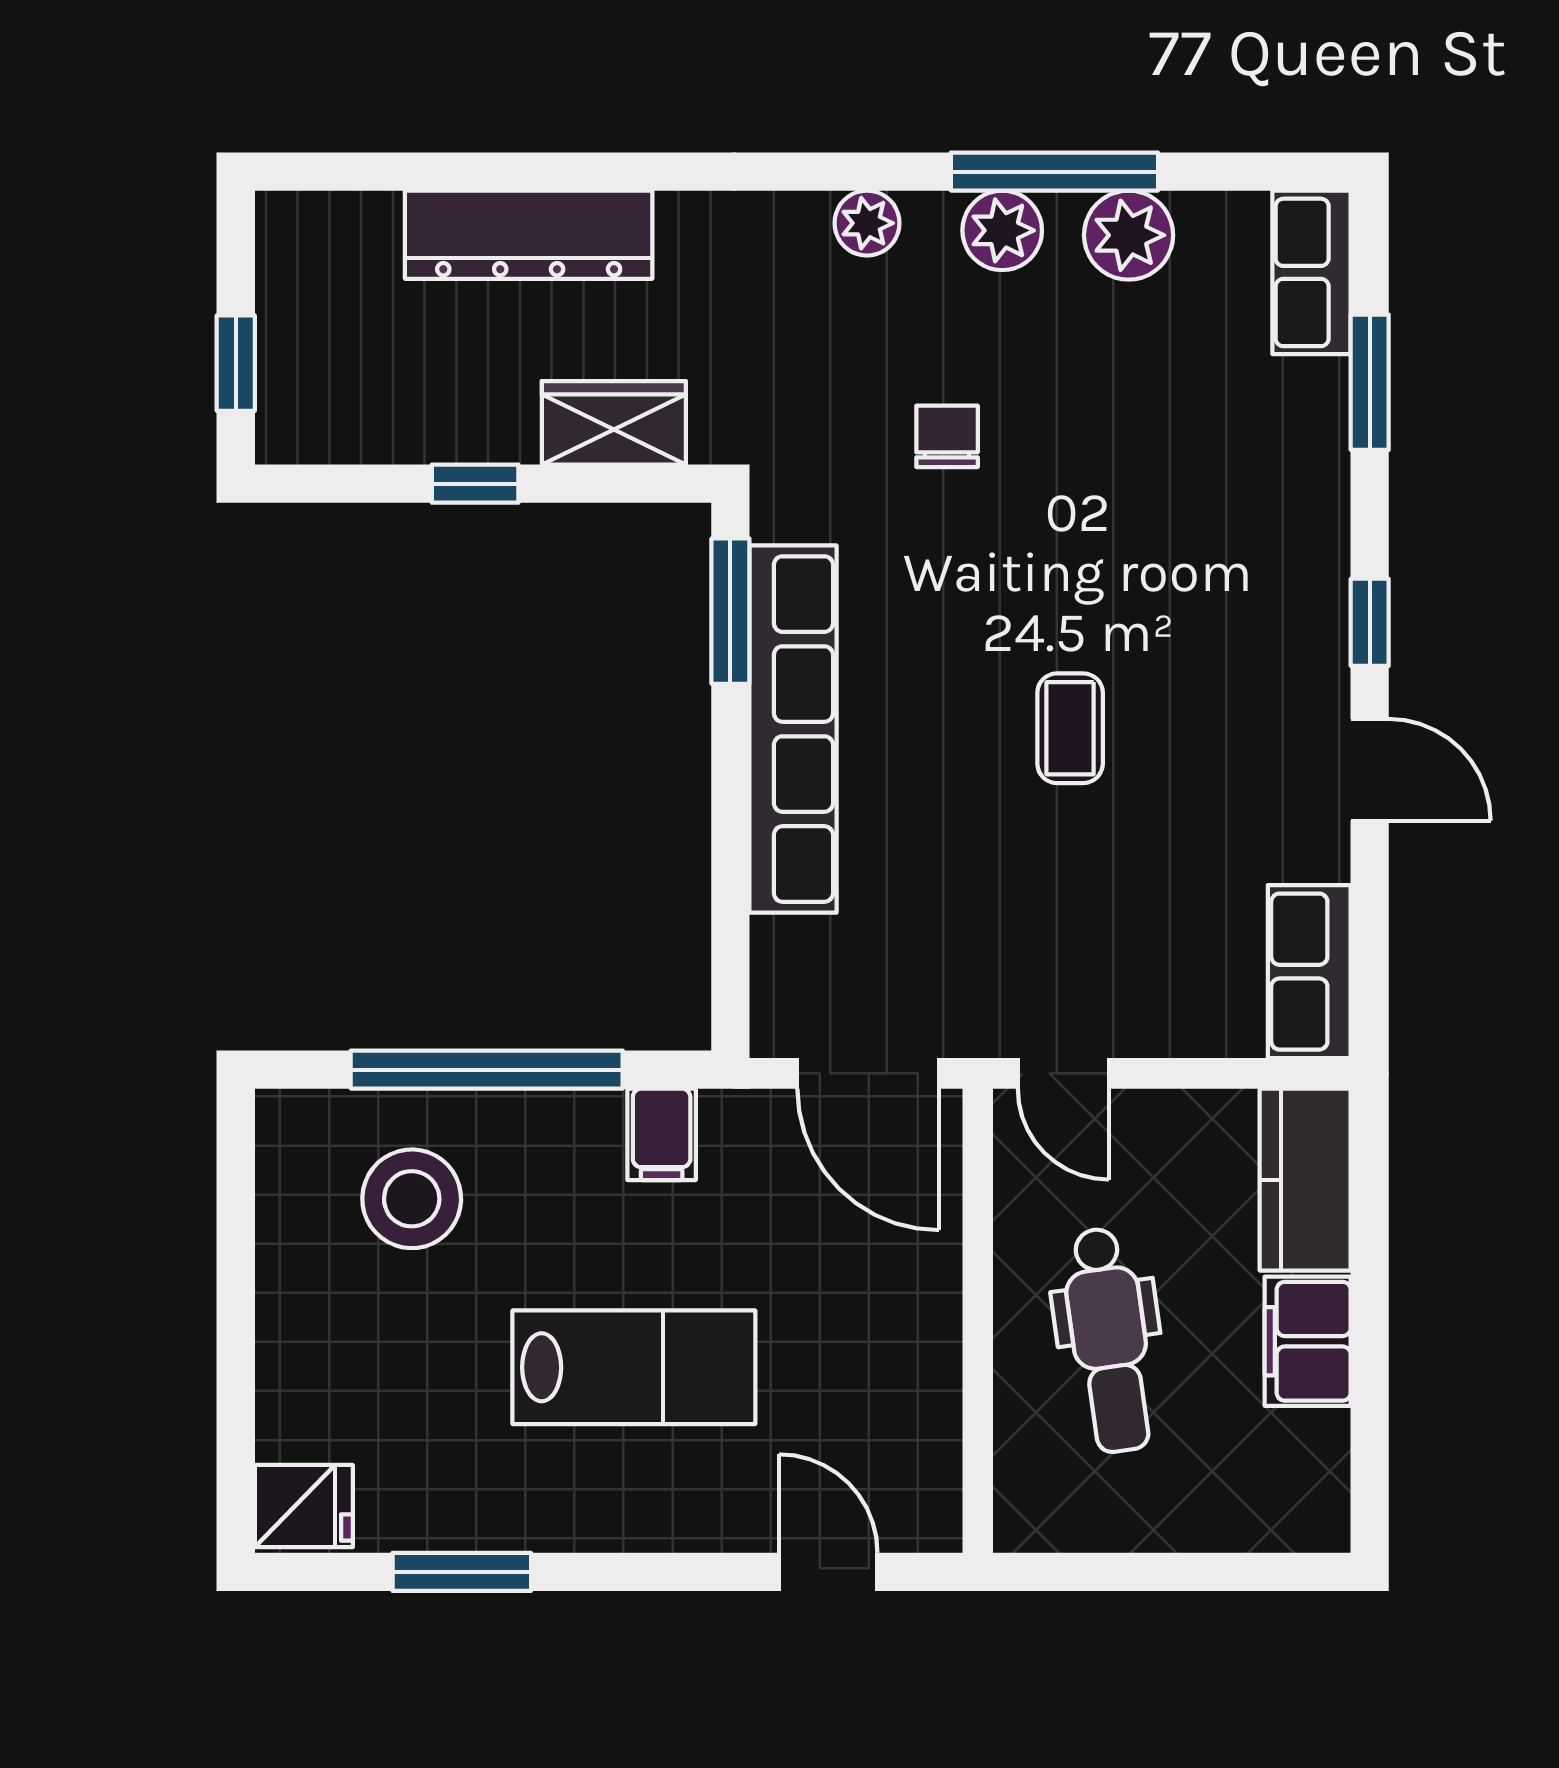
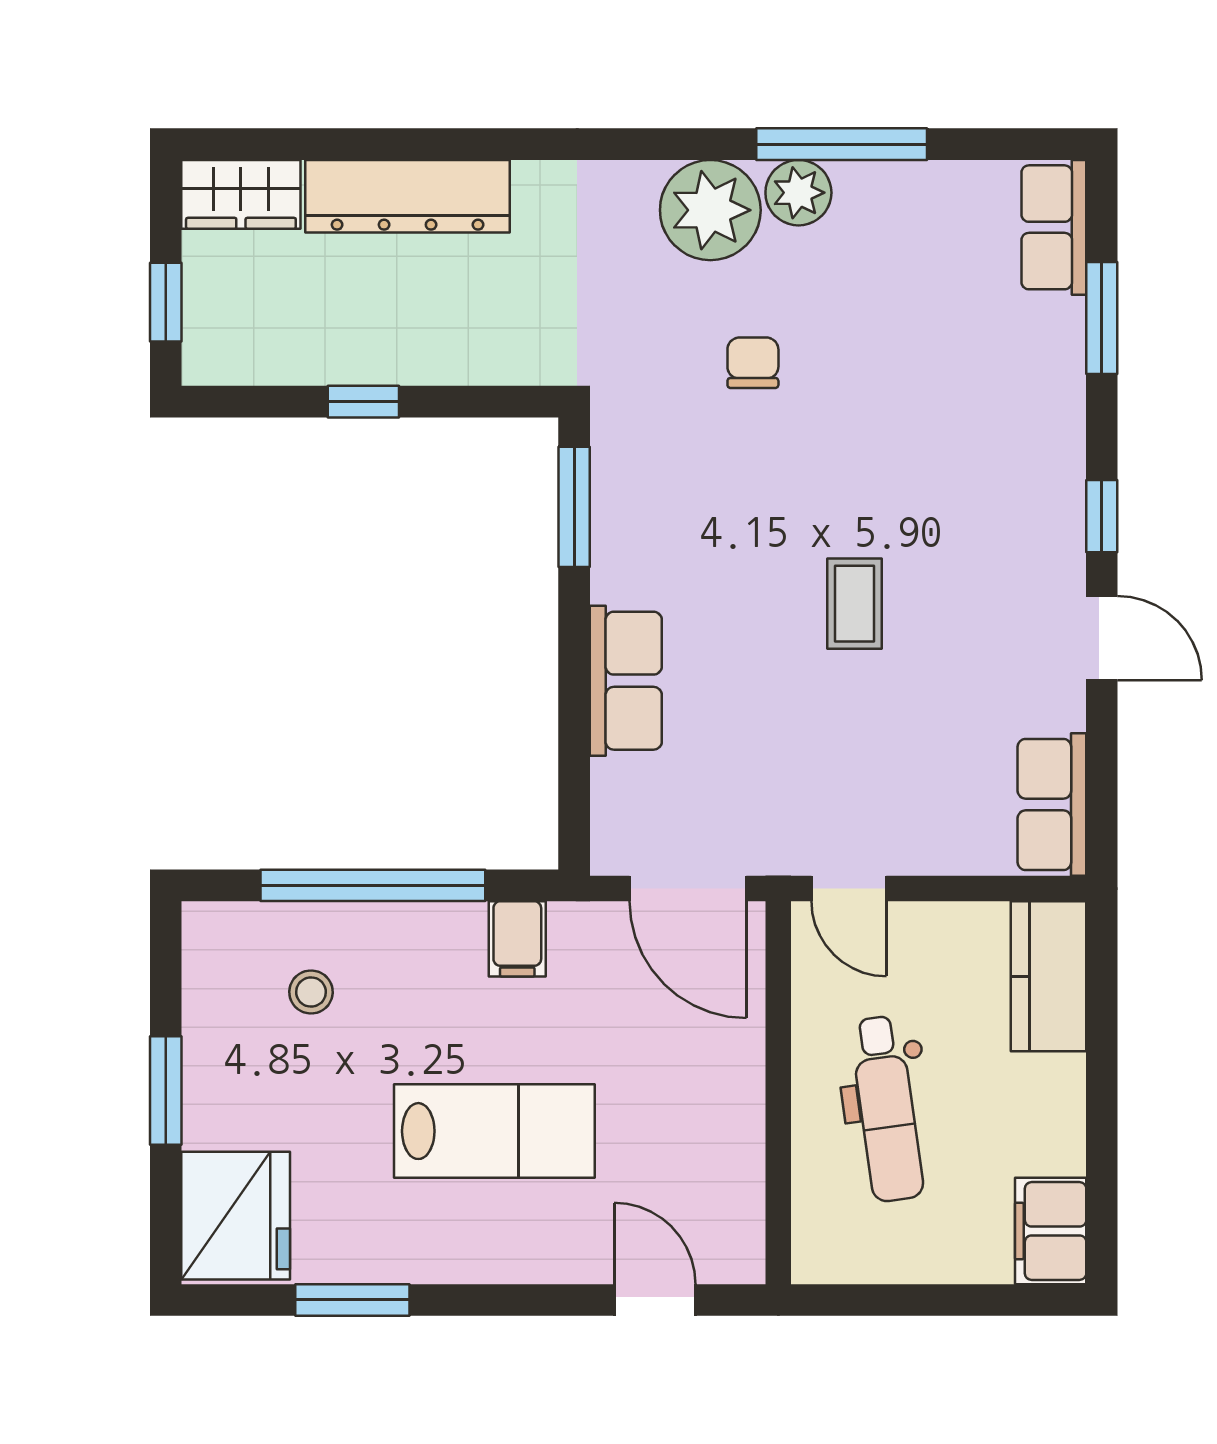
plant: (867, 223) -> (710, 210), width x1.87, depth x1.87
plant: (1129, 235) -> (903, 197), removed
wardrobe: (614, 423) -> (241, 194), moved, turned 180
row of seats: (793, 729) -> (626, 681), width x0.50
stool: (412, 1199) -> (311, 992), width x0.53, depth x0.53
window: (236, 1318) -> (166, 1090), added
filing cabinet: (1308, 1341) -> (1051, 1231), moved
fridge: (304, 1506) -> (236, 1216), width x1.88, depth x1.34

